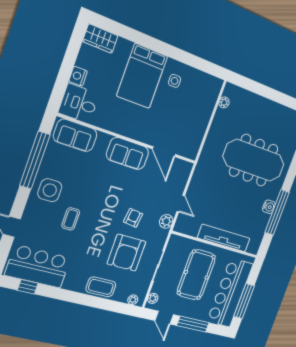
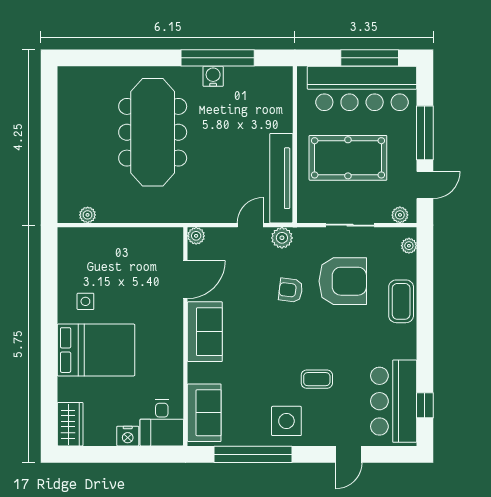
plant: (187, 167) -> (196, 236), added
tv unit: (224, 238) -> (281, 178), moved

